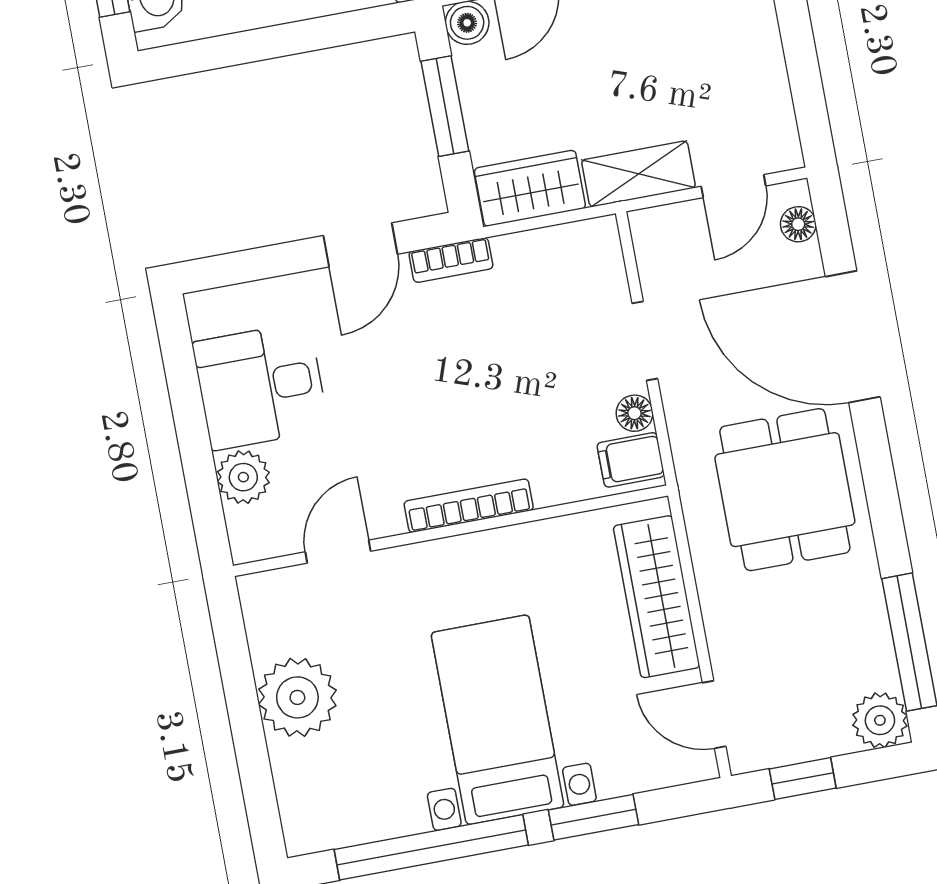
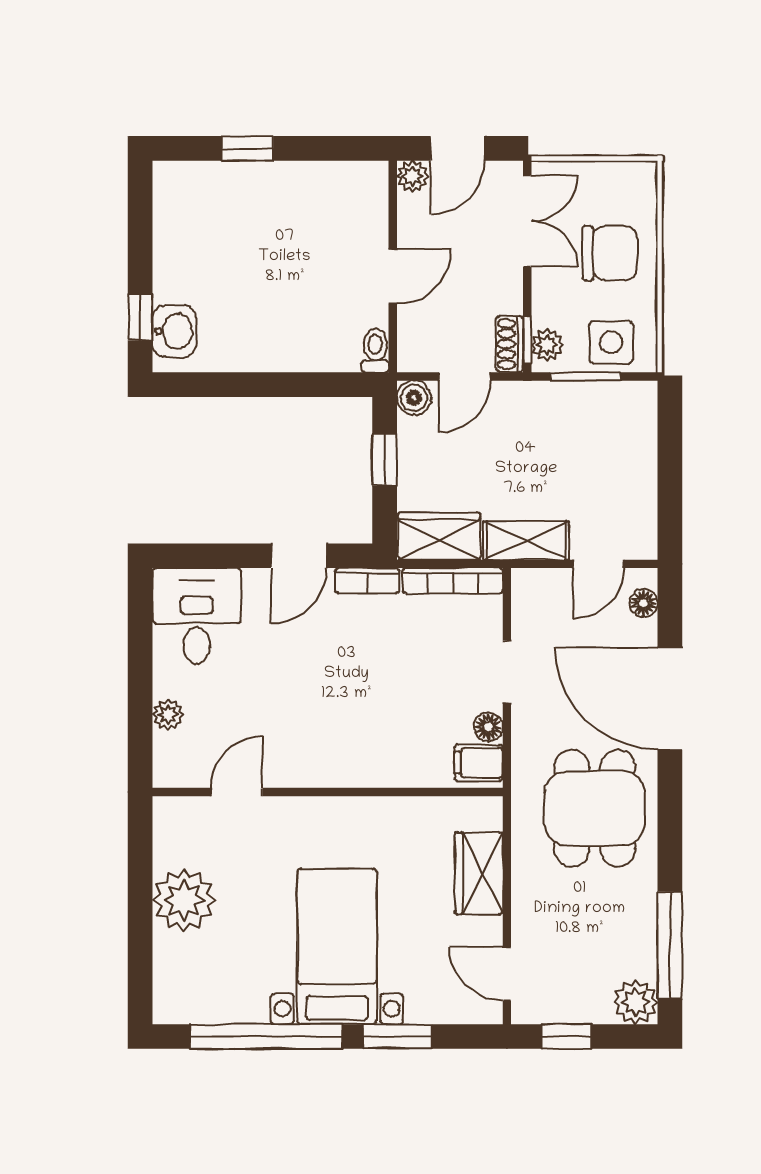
window: (445, 106) -> (385, 460), width x0.67
desk: (260, 386) -> (197, 616), moved, turned 90
plant: (243, 477) -> (168, 714), width x0.73, depth x0.73
bookcase: (469, 506) -> (453, 581), moved, turned 180
wardrobe: (657, 597) -> (479, 873), width x0.67

